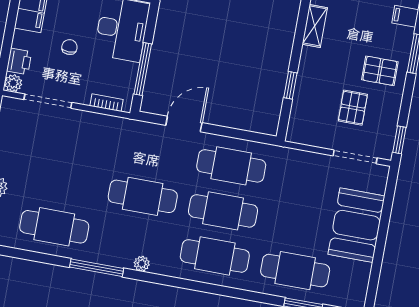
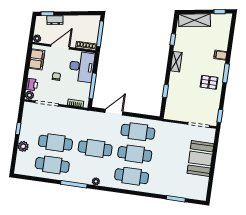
pallet: (353, 108) -> (196, 101), removed
cafe table: (295, 271) -> (55, 143), moved

